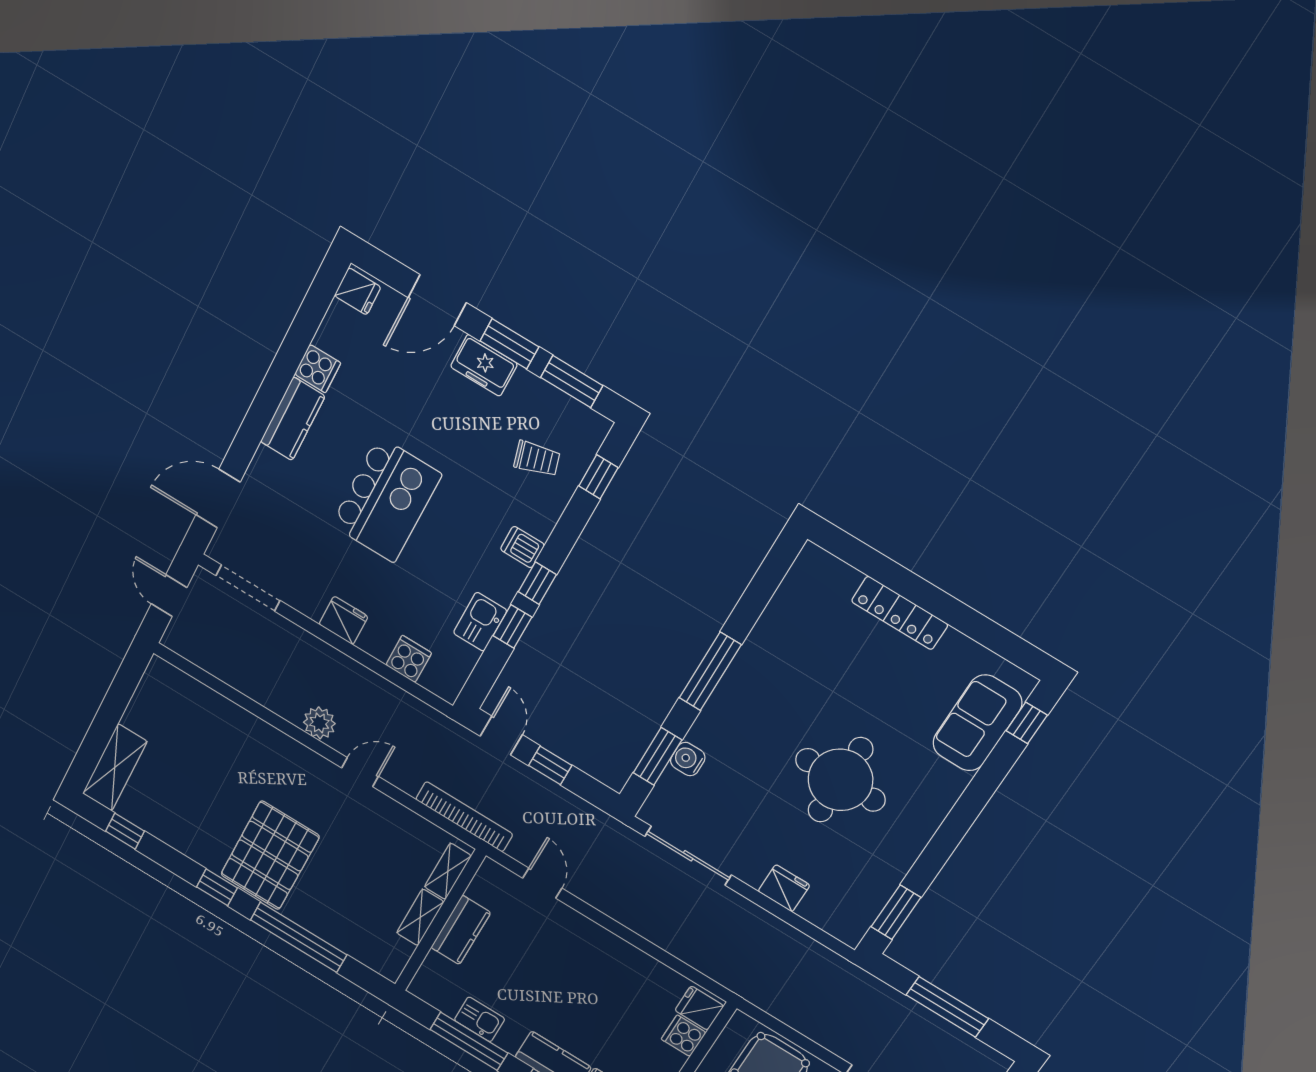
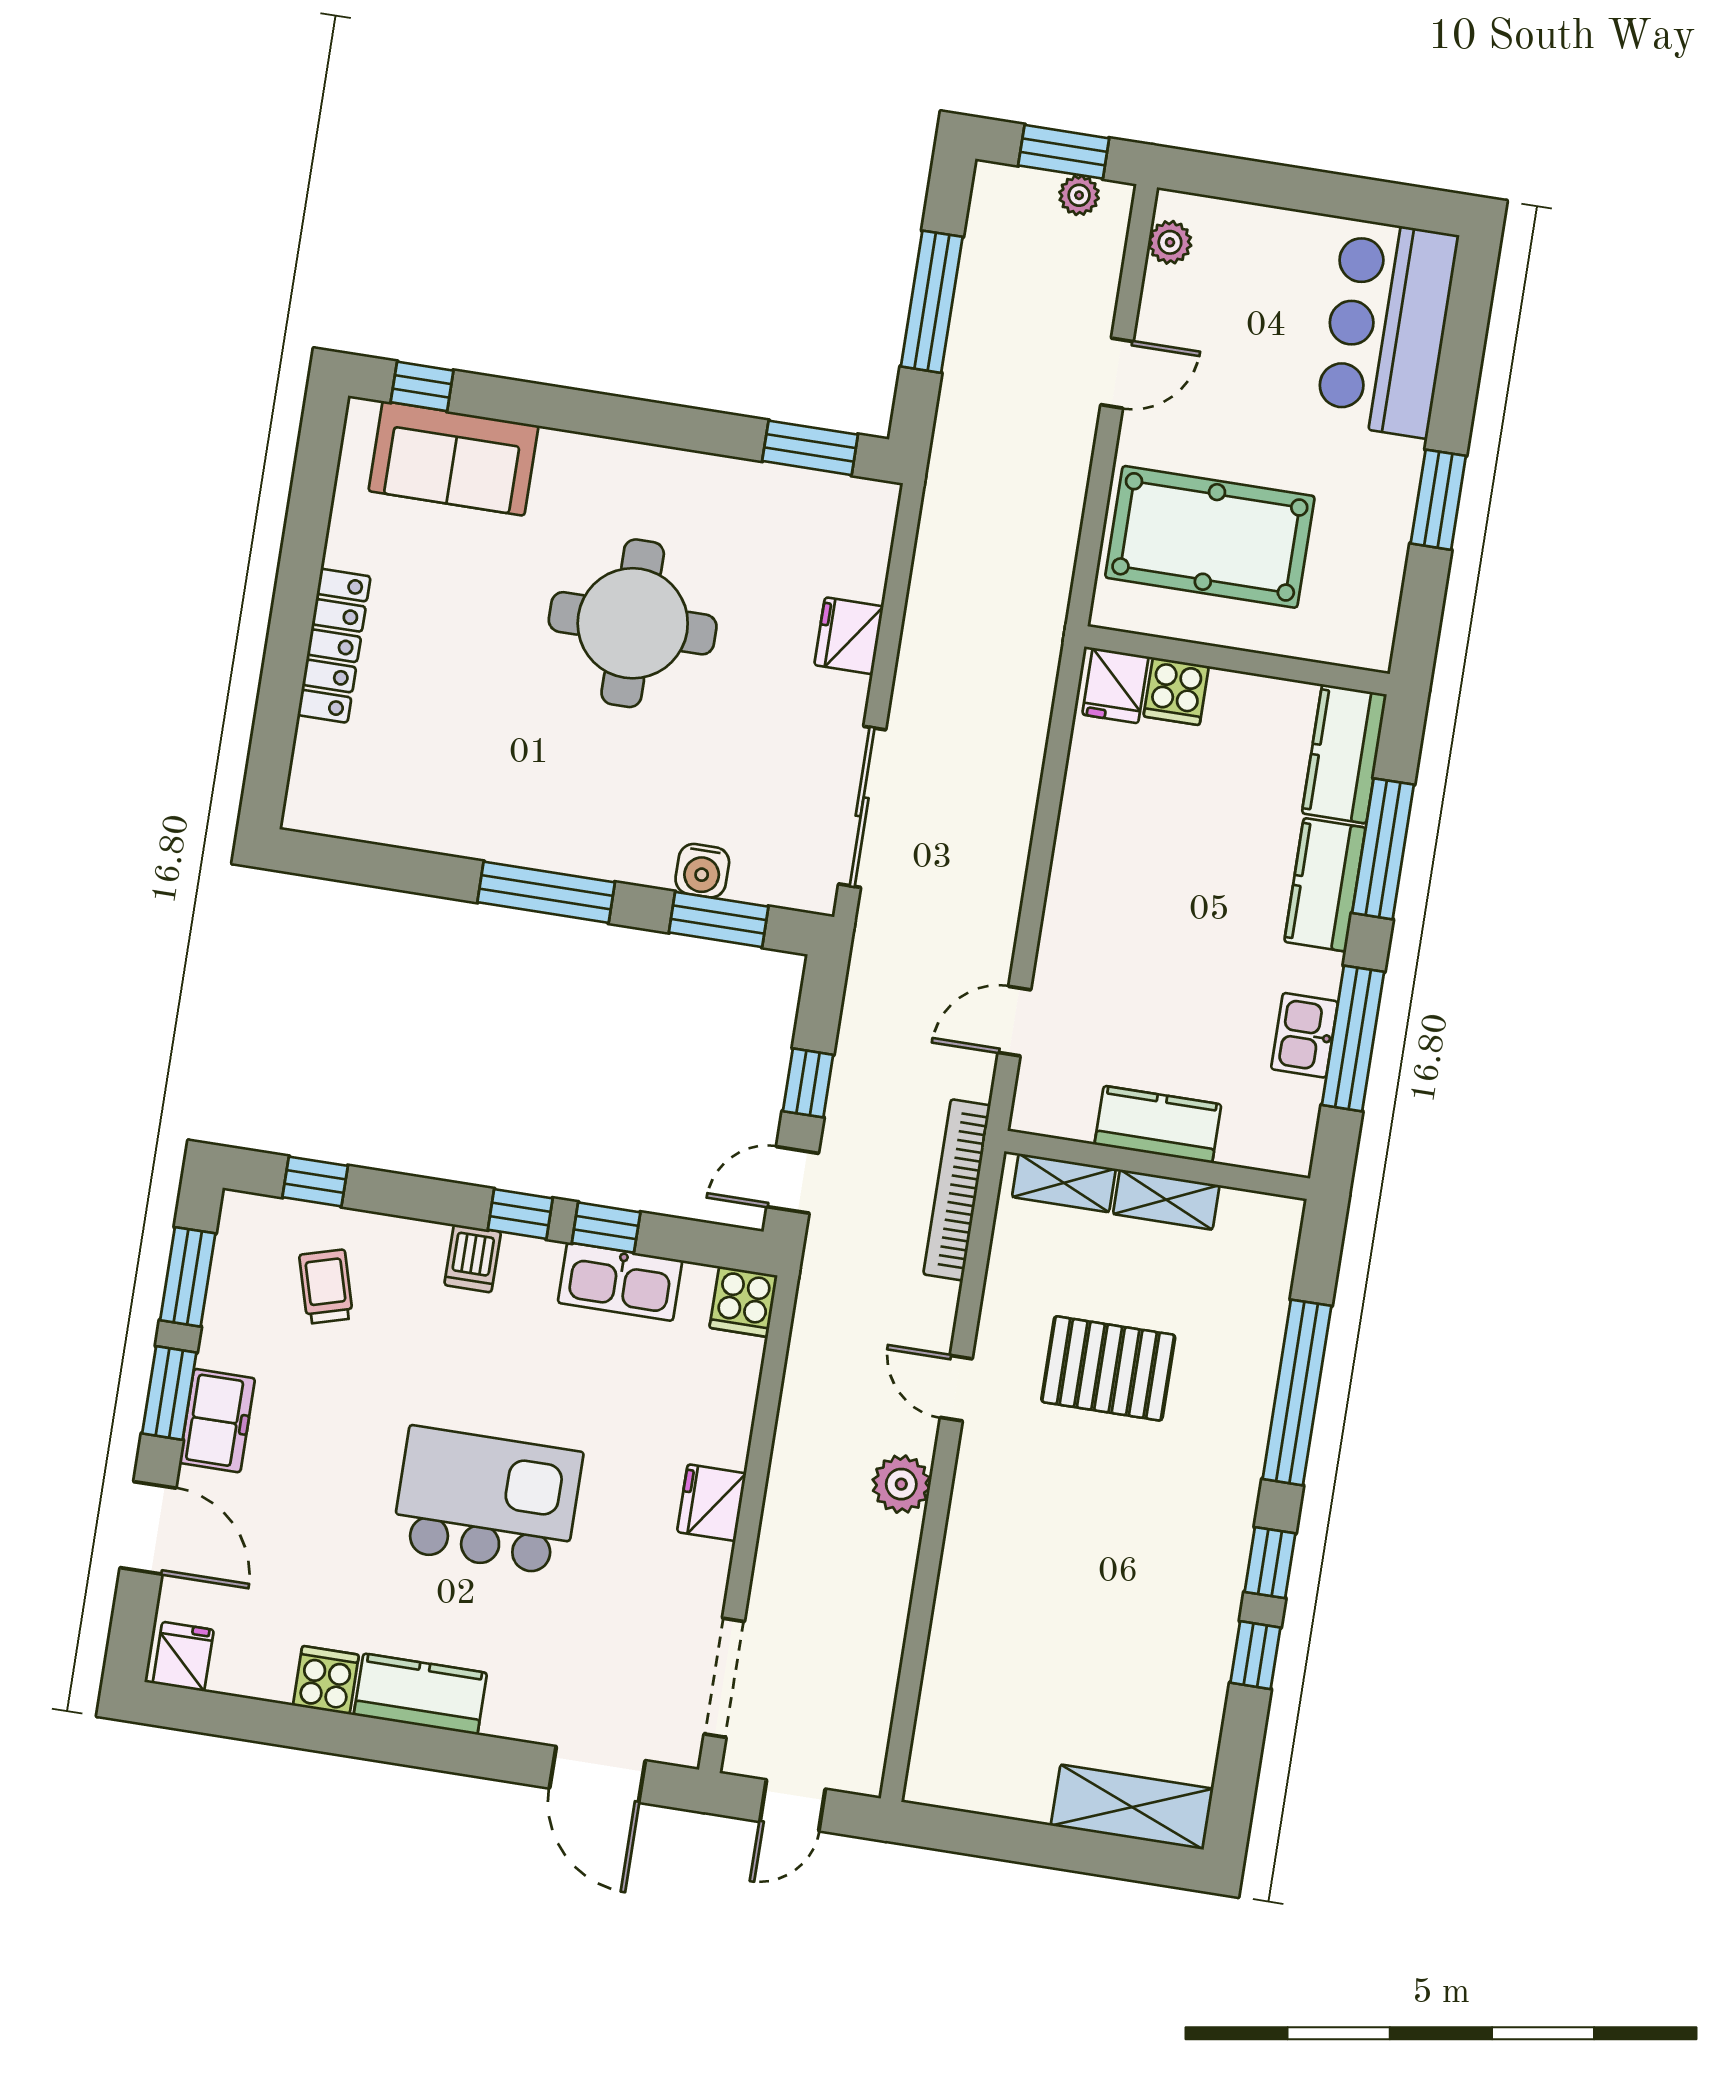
kitchen sink: (480, 622) -> (620, 1282), width x1.38
cooker: (409, 659) -> (743, 1302), moved, turned -90
window: (125, 831) -> (1255, 1655), moved
pallet: (270, 855) -> (1108, 1368), moved, width x0.73, depth x0.71

